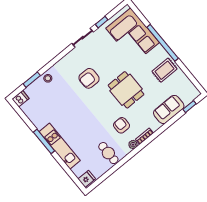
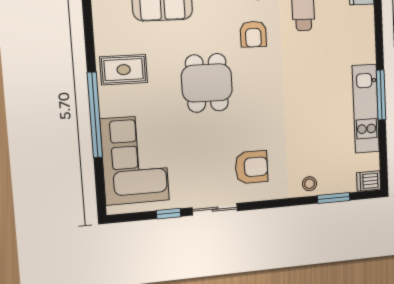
armchair: (89, 78) -> (252, 167), moved
kitchen unit: (60, 146) -> (366, 109), moved

